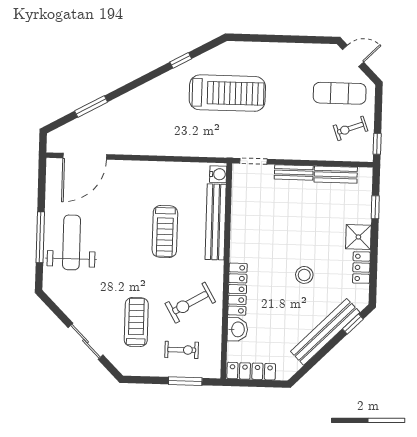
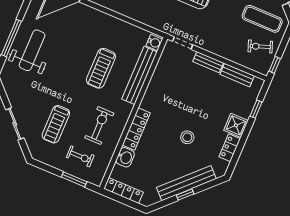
exercise bike: (190, 303) -> (99, 125), turned 120
treadmill: (136, 322) -> (56, 124), turned 180
window: (353, 324) -> (185, 195), moved

